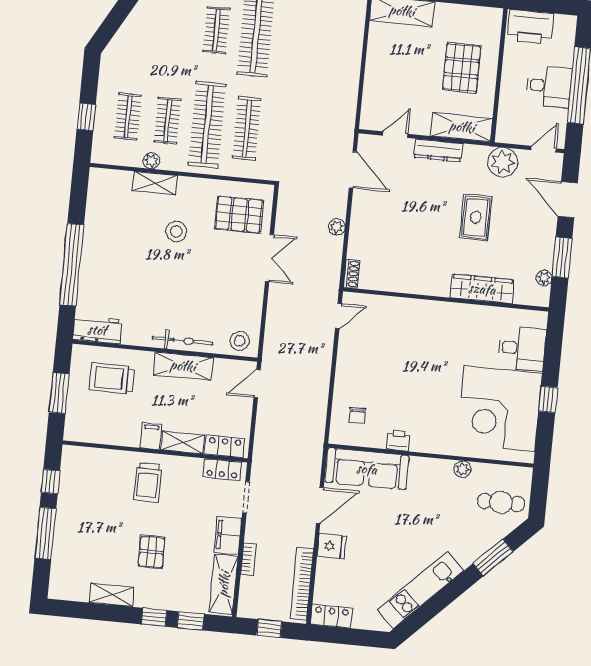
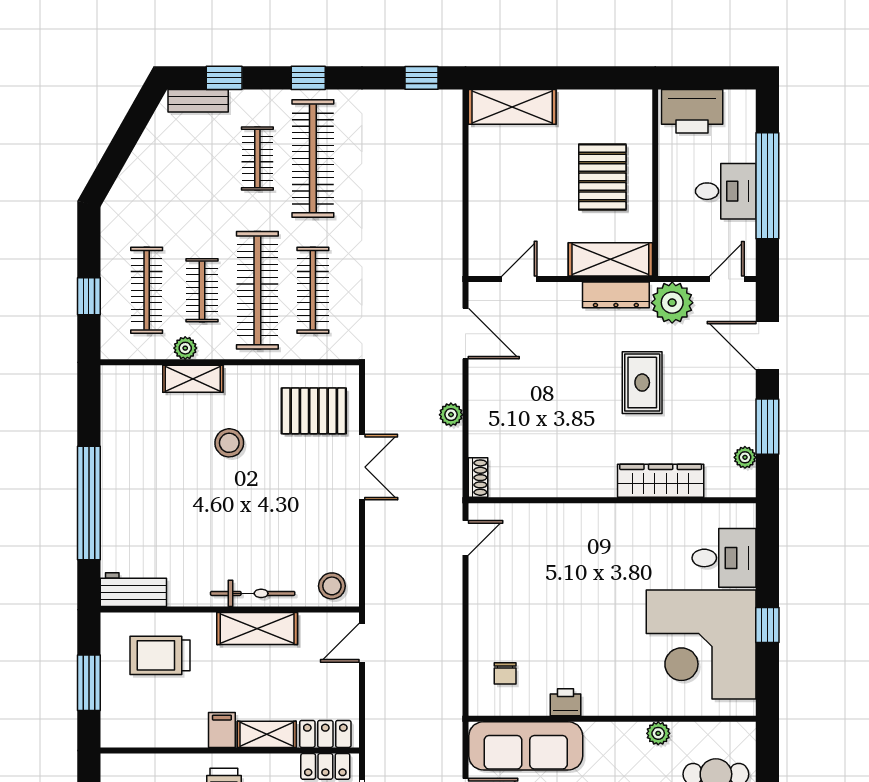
clothes rail: (128, 117) -> (147, 290), width x1.36
dresser: (438, 150) -> (616, 295), moved

